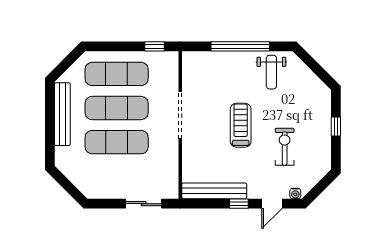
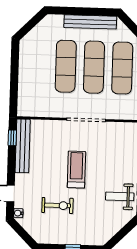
treadmill: (241, 125) -> (76, 170), turned -90
sliding door: (144, 204) -> (14, 87), removed
window: (239, 204) -> (12, 138), moved

